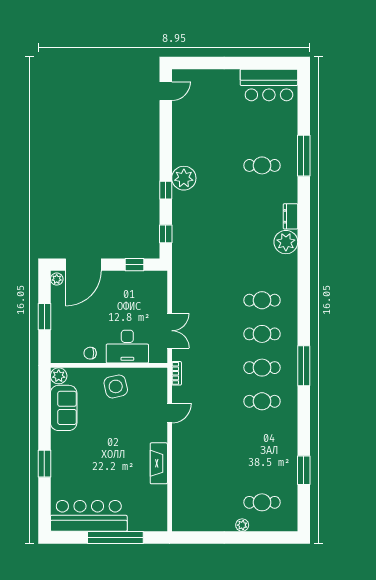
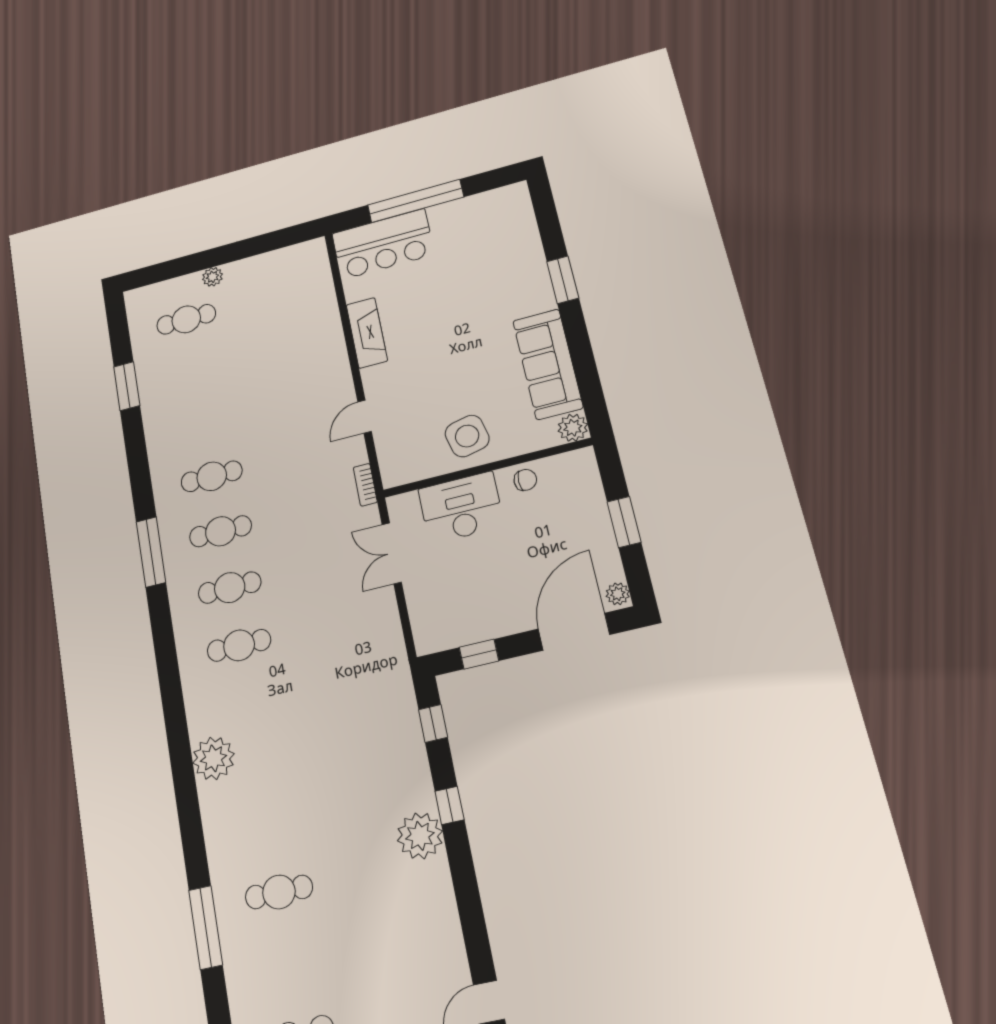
dresser: (290, 216) -> (212, 807), removed
sofa: (64, 408) -> (548, 364), width x1.36
bar counter: (89, 516) -> (383, 244), moved, width x0.73

